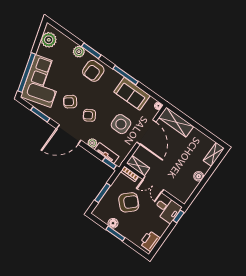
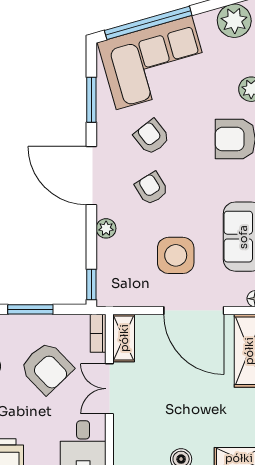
door: (146, 132) -> (194, 311), hinge flipped
tv unit: (107, 153) -> (106, 266), removed

